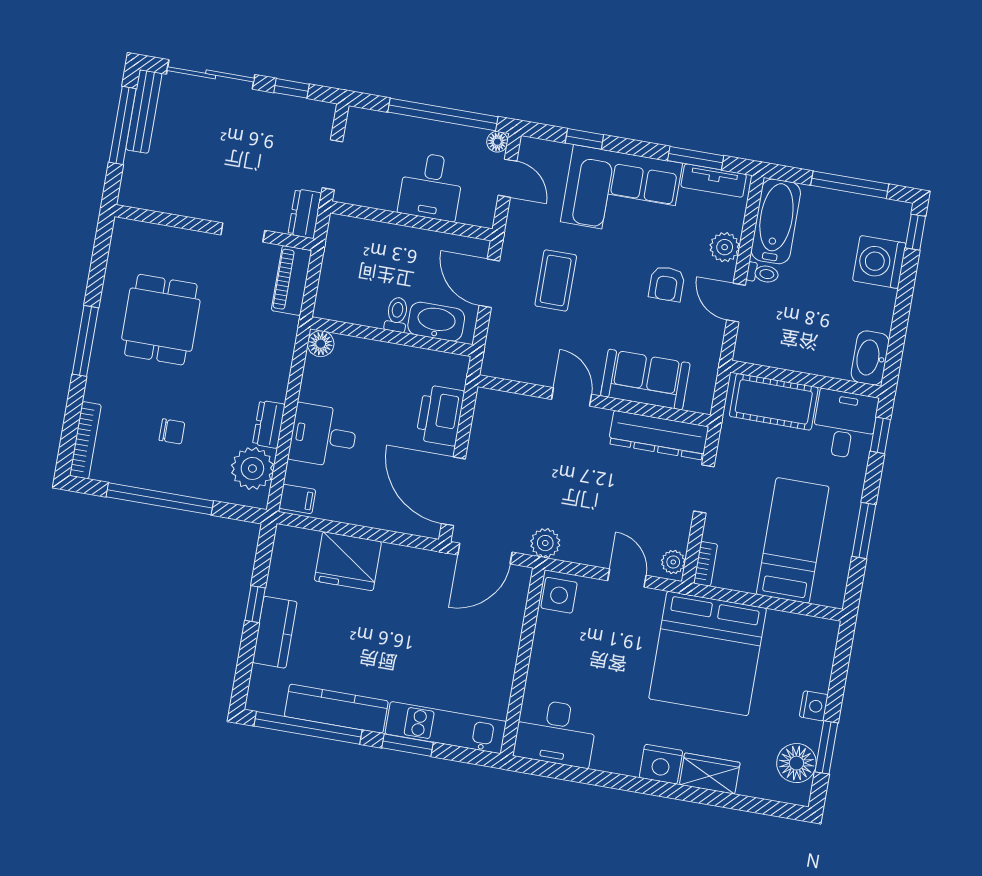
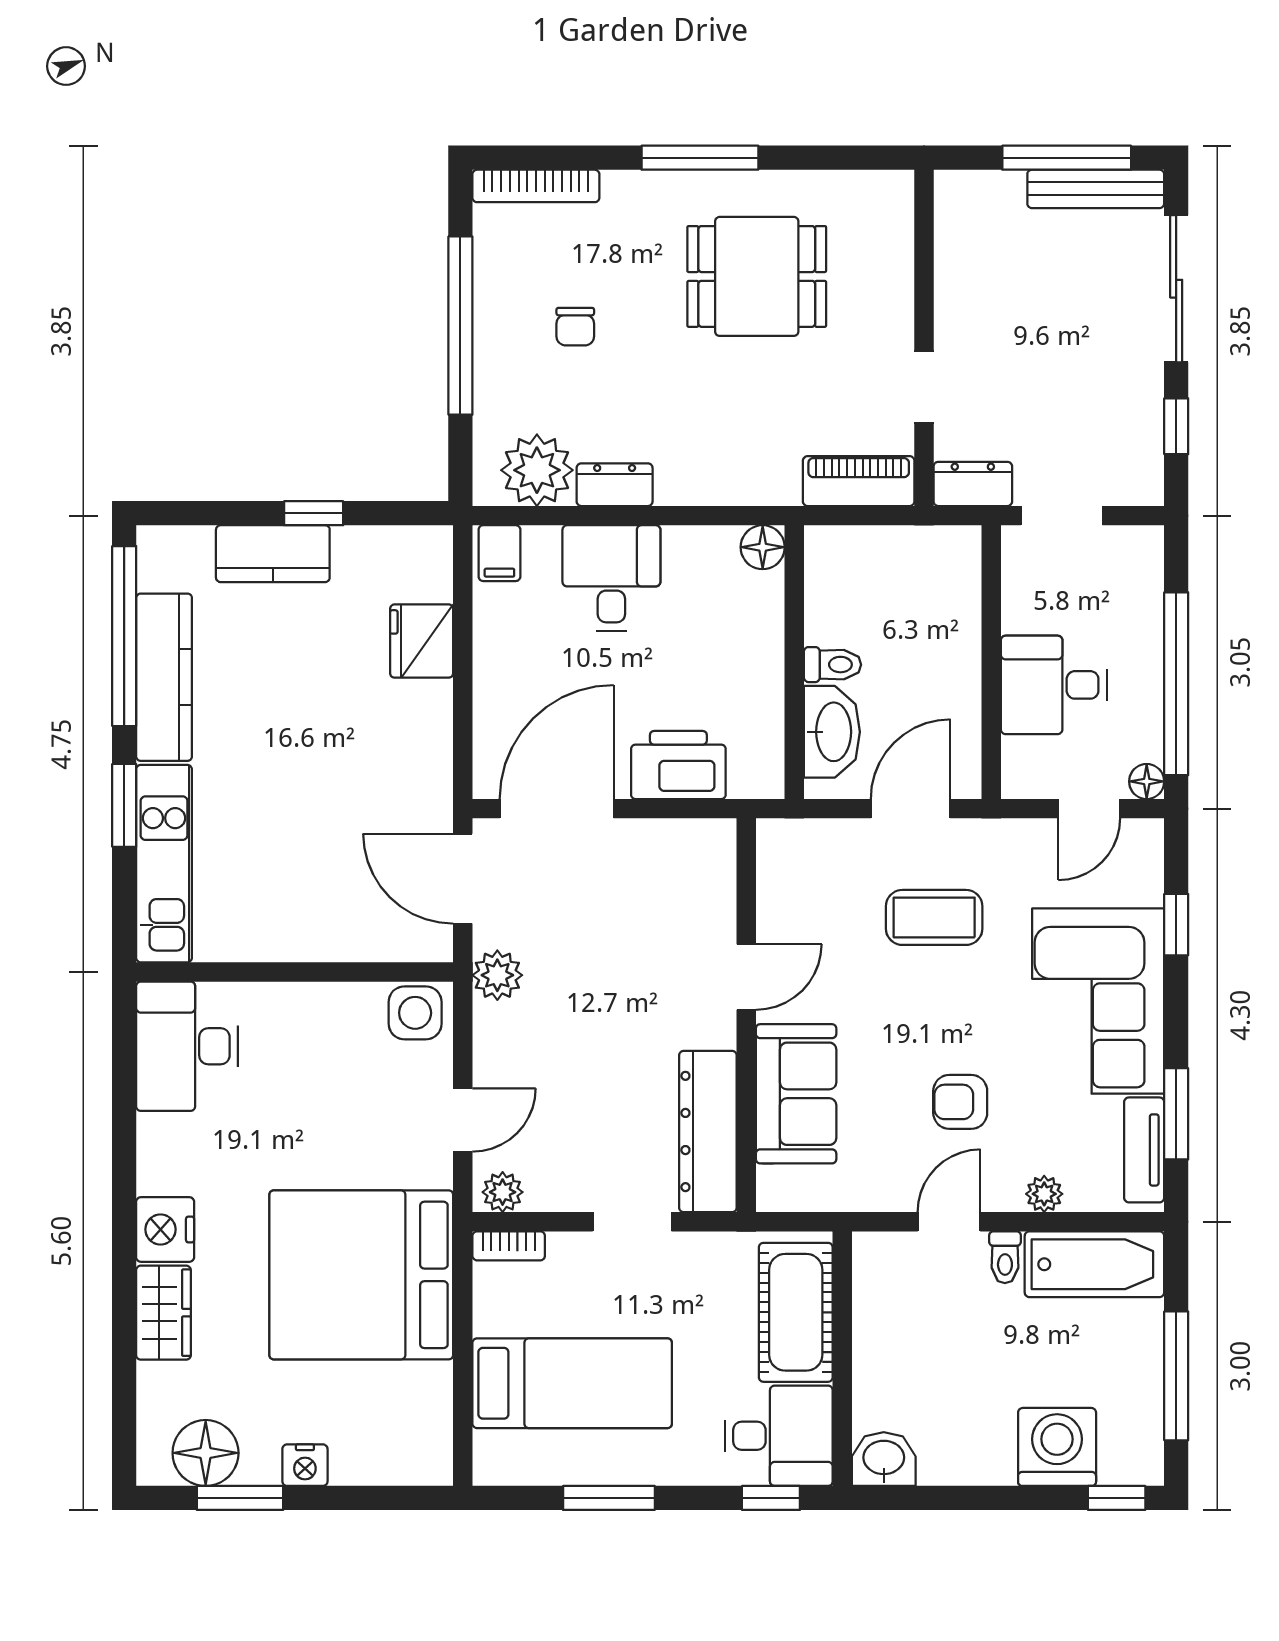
plant: (725, 247) -> (1044, 1194), width x0.73, depth x0.73
washbasin: (870, 358) -> (884, 1459), width x0.72
fridge: (348, 561) -> (422, 641), width x0.73, depth x0.75

